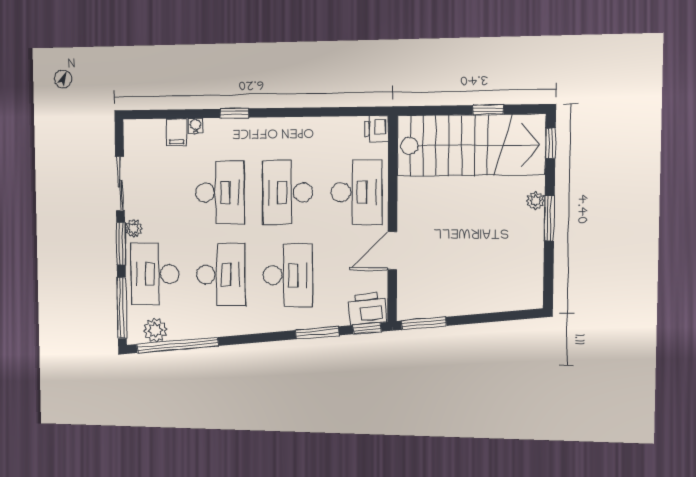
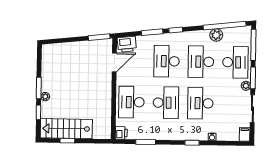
window: (327, 112) -> (146, 142), added
filing cabinet: (177, 132) -> (245, 134), moved
window: (551, 143) -> (38, 112), moved
stairs: (471, 145) -> (66, 129), width x0.73, depth x0.66
door: (392, 251) -> (114, 62), moved
window: (367, 328) -> (176, 30), moved
plant: (155, 330) -> (216, 35), moved

